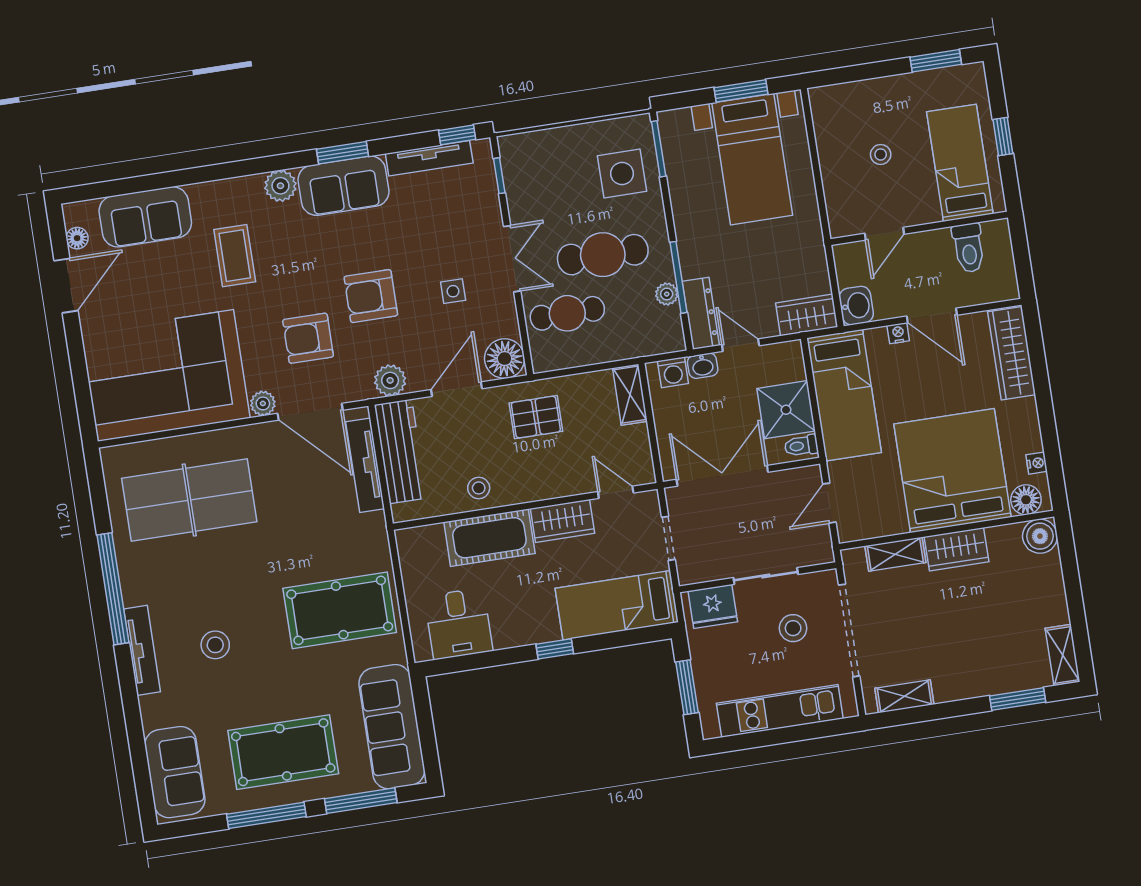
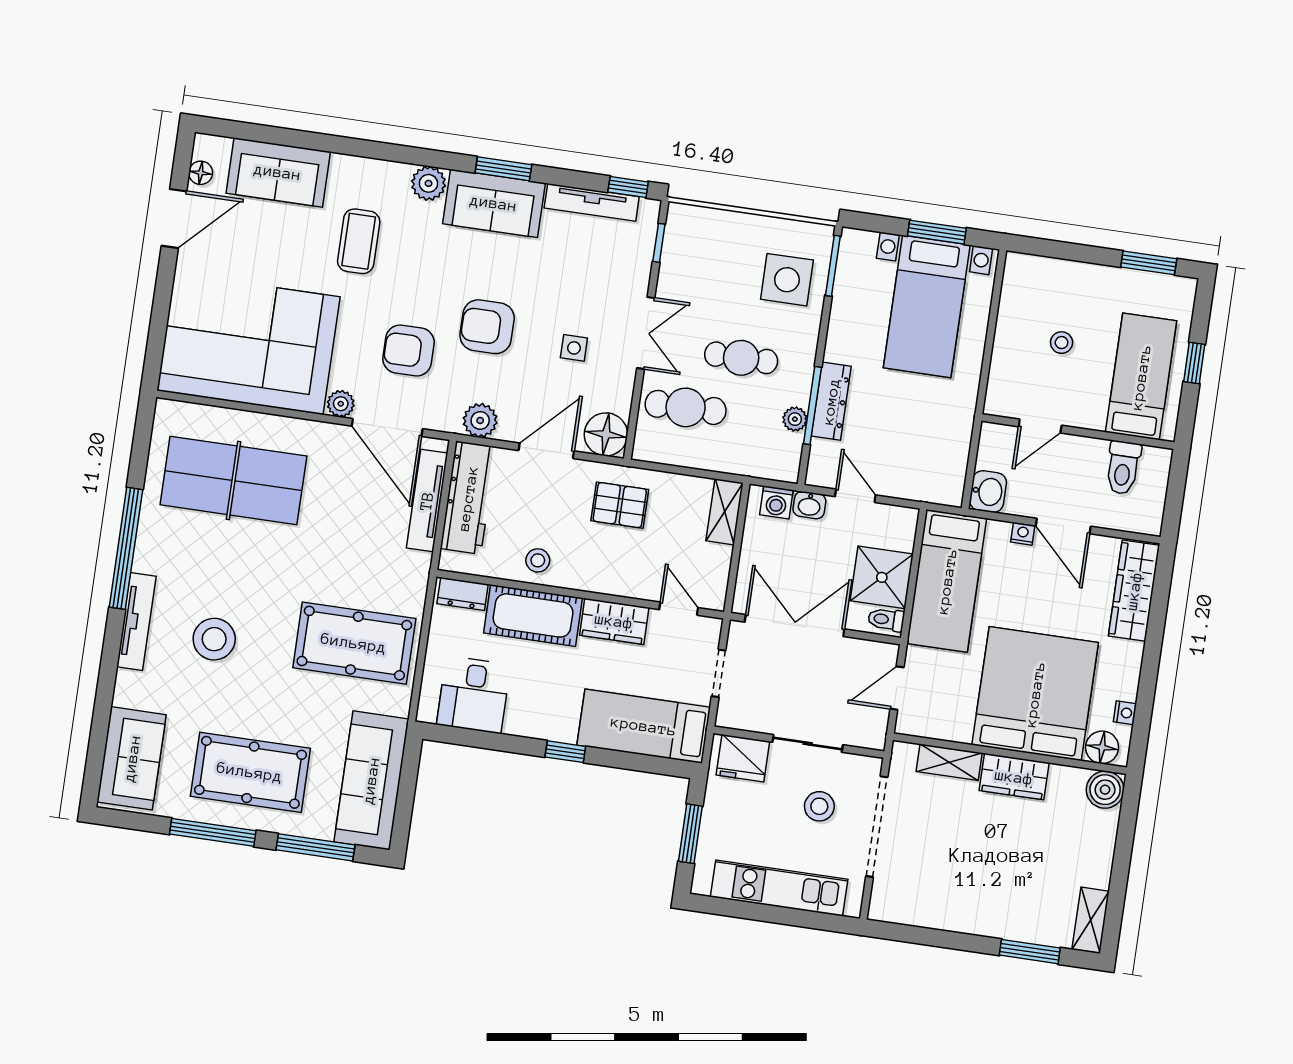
cafe table: (603, 255) -> (741, 358), width x0.73, depth x0.74
dresser: (701, 313) -> (831, 401), moved
wardrobe: (807, 315) -> (933, 486), removed
dresser: (422, 538) -> (463, 594), added
stool: (215, 645) -> (214, 639), width x1.38, depth x1.38
shelving: (904, 696) -> (913, 913), removed

